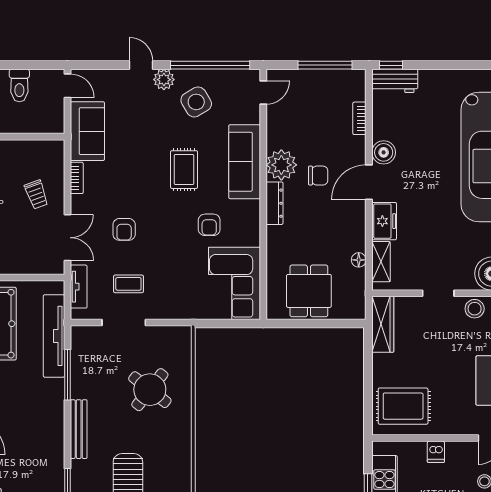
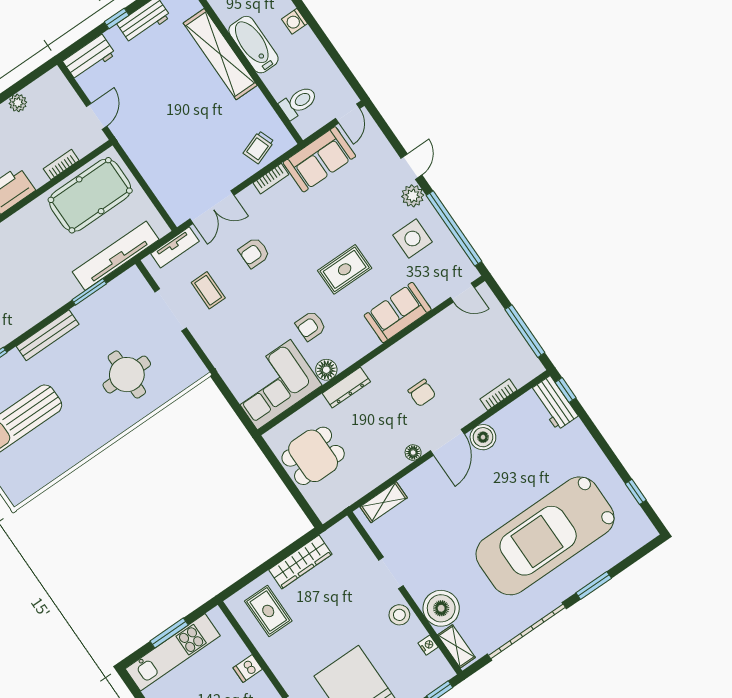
toilet: (19, 86) -> (298, 102), moved, turned 180
side table: (196, 102) -> (412, 239), turned 31
sofa: (245, 162) -> (398, 313), width x0.73
plant: (281, 165) -> (409, 354), removed
door: (369, 182) -> (447, 442), swing flipped
trolley: (36, 195) -> (259, 147), moved
dresser: (275, 203) -> (346, 388), moved
freezer: (384, 221) -> (422, 480), removed
floor lamp: (251, 236) -> (326, 370), added
floor lamp: (359, 260) -> (413, 453), moved
wardrobe: (383, 324) -> (300, 562), moved
window: (67, 375) -> (89, 292), width x0.69
round table: (150, 390) -> (127, 375), turned -38
rug: (403, 406) -> (268, 611), width x0.73, depth x0.70

